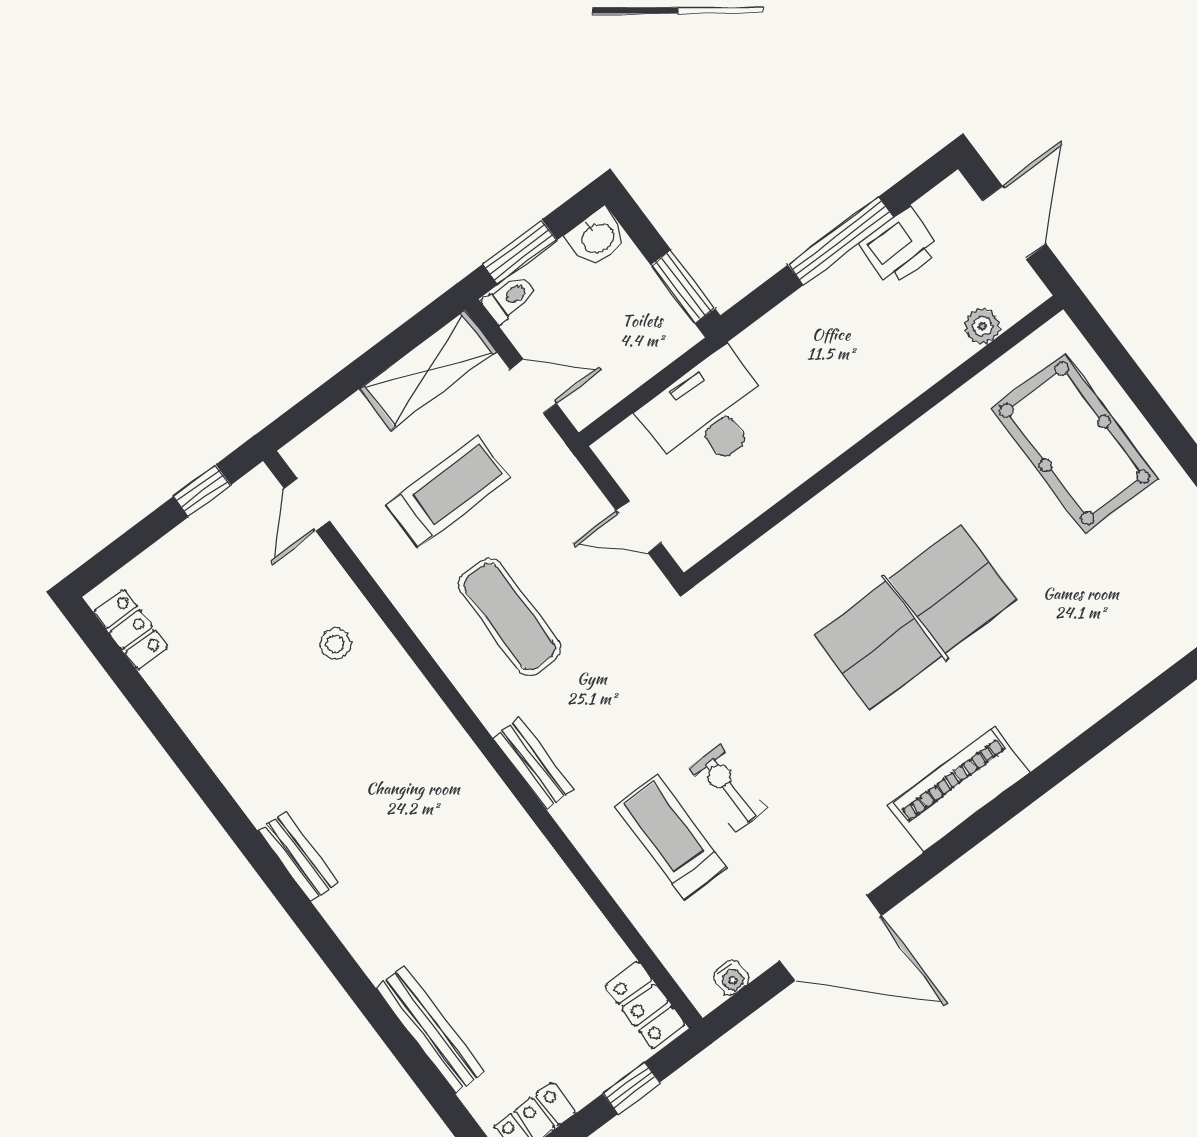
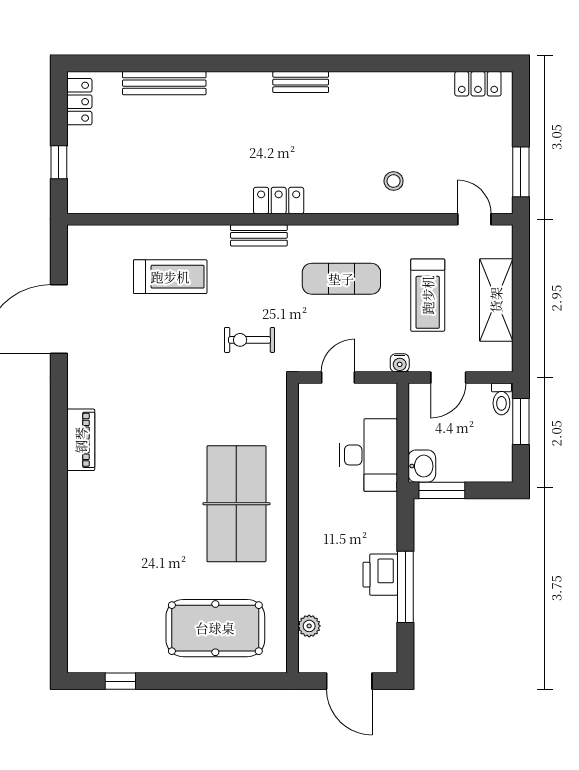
washbasin: (597, 237) -> (422, 466), moved, turned 180
printer: (900, 247) -> (380, 575), moved
shelving: (428, 370) -> (496, 300), moved
window: (202, 491) -> (521, 172), width x1.50
table tennis table: (916, 617) -> (236, 504), moved
exercise bike: (728, 788) -> (249, 340), moved, turned 180
piano: (959, 789) -> (81, 440), width x0.73, depth x0.75
water cooler: (731, 978) -> (400, 363), moved, turned -90
locker: (645, 1005) -> (279, 200), moved

